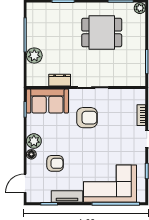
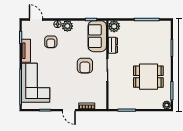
dining table: (102, 32) -> (148, 77), turned 90
plant: (34, 56) -> (114, 26), moved

